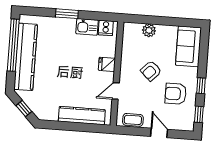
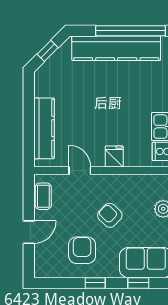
window: (199, 114) -> (138, 283), moved

